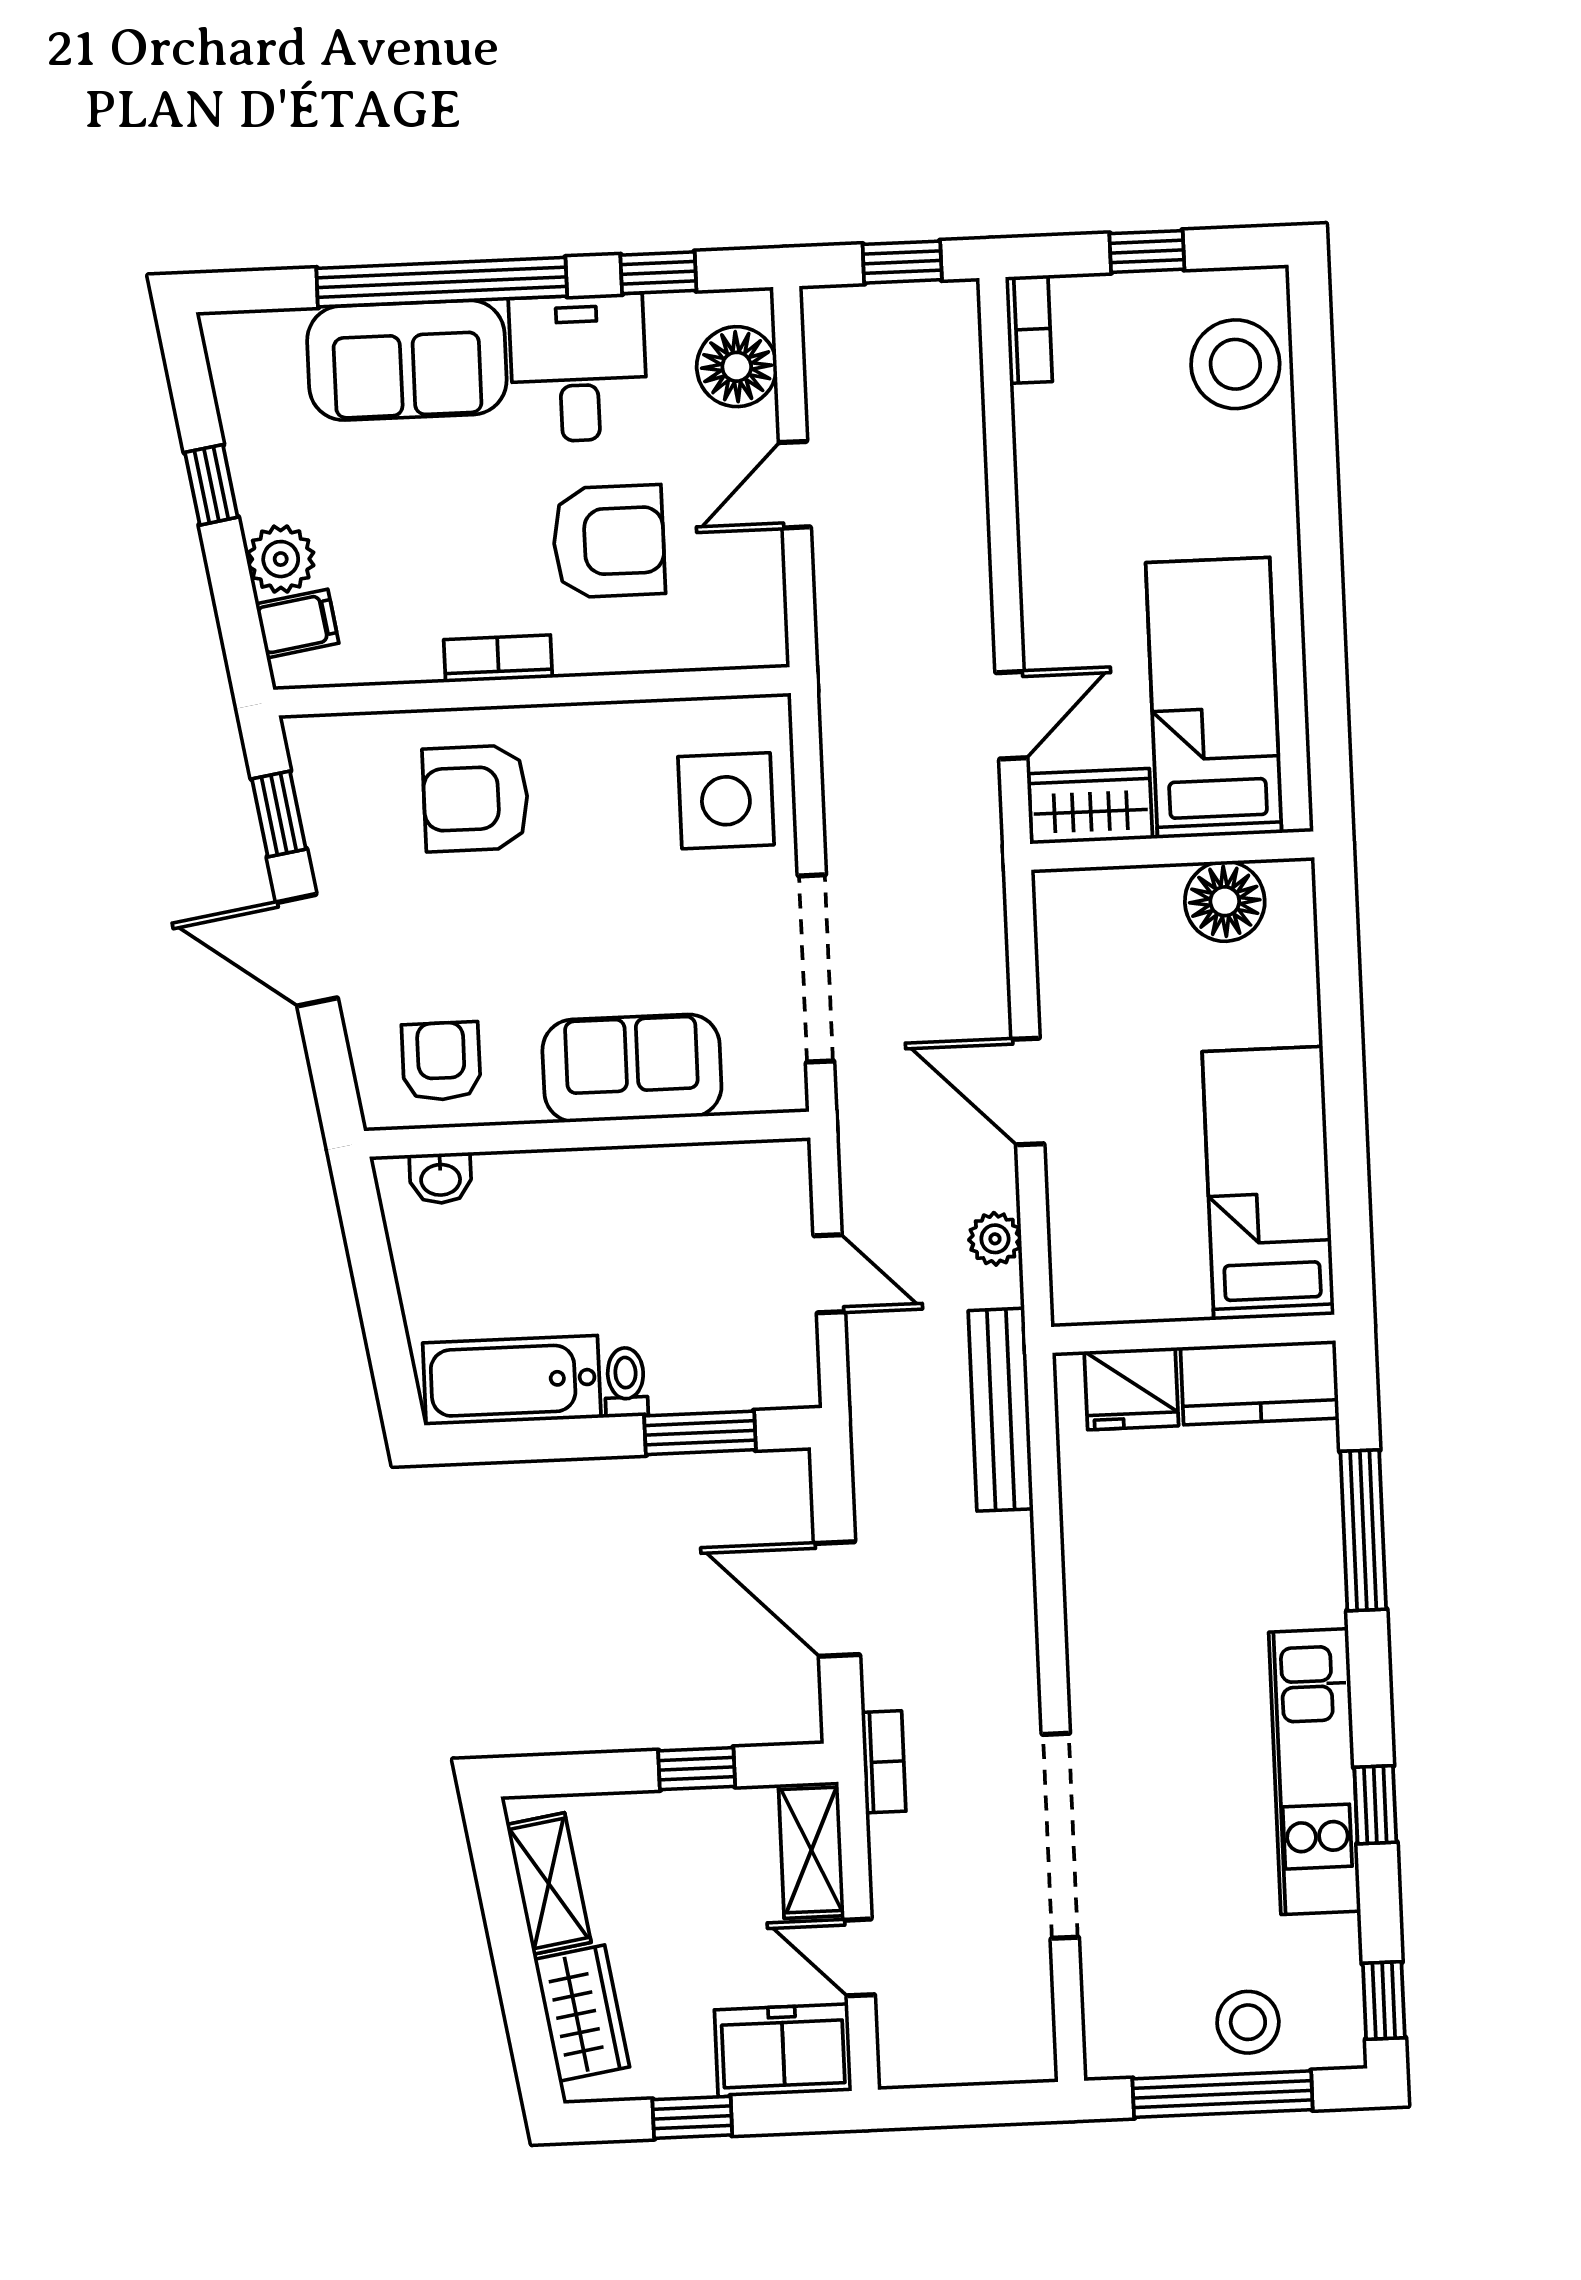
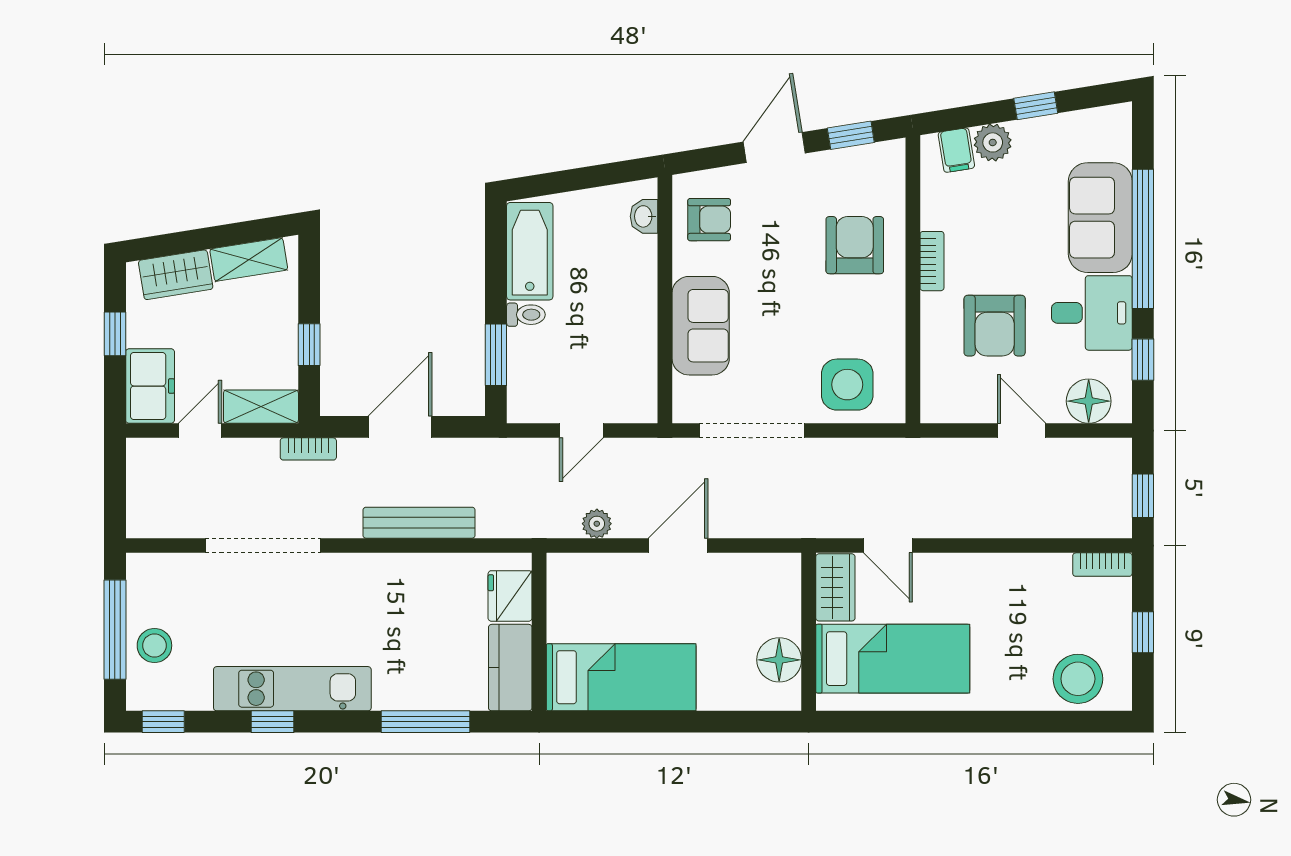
bench: (1001, 1410) -> (419, 523), moved

